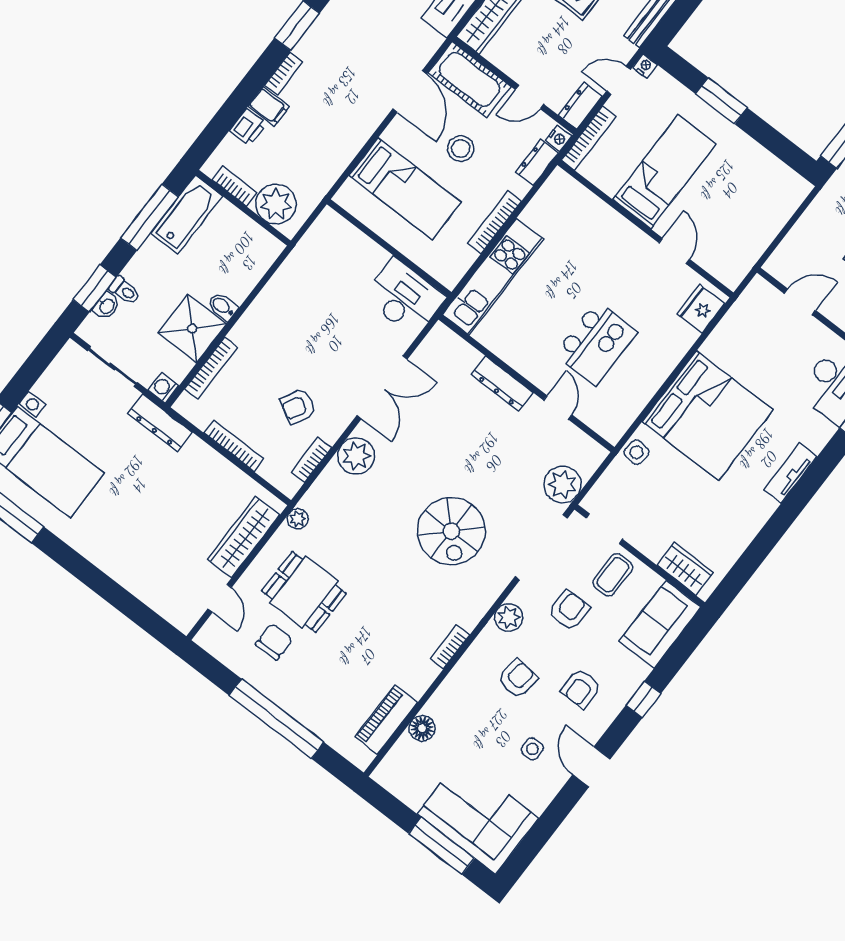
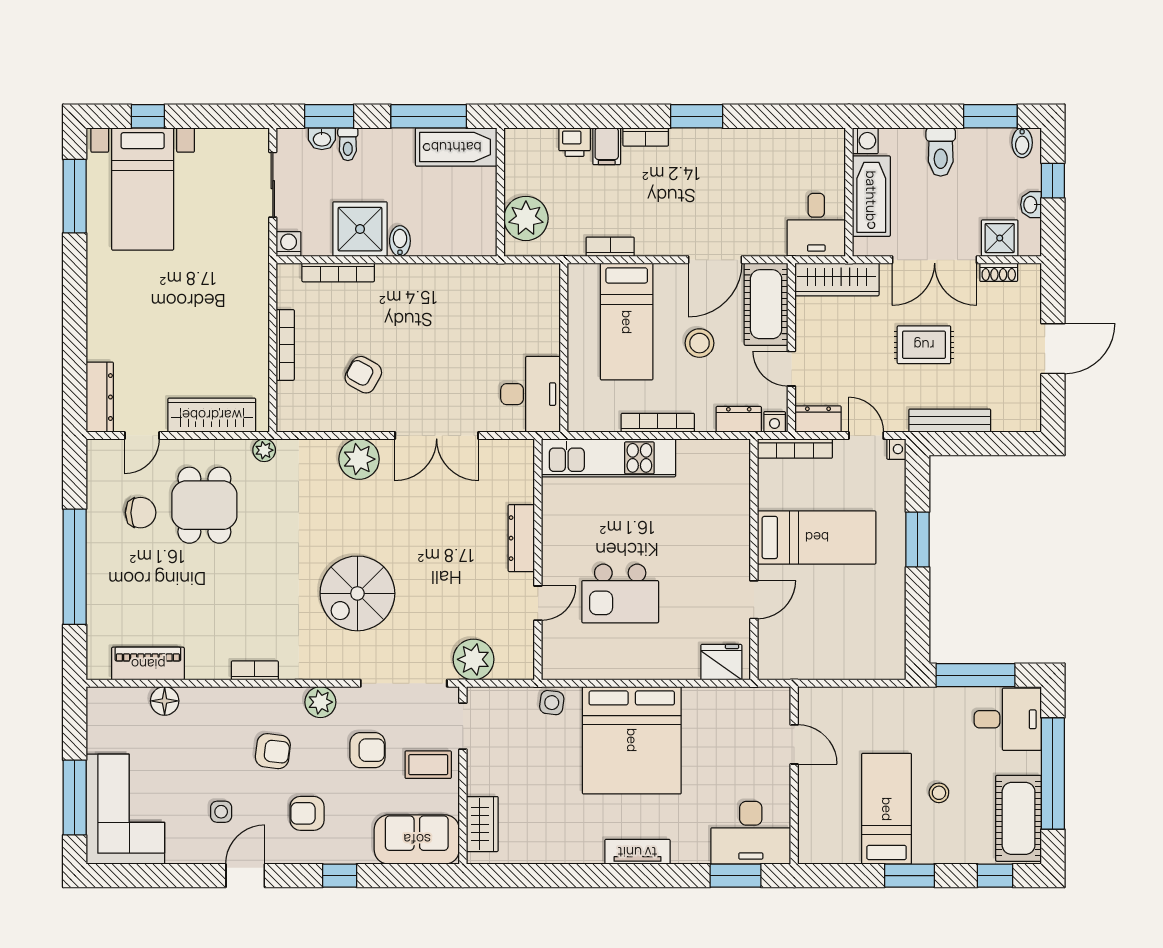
bookcase: (234, 186) -> (610, 247), moved, turned -90
dresser: (160, 423) -> (100, 397), moved, turned 180
bookcase: (311, 460) -> (325, 422), removed

